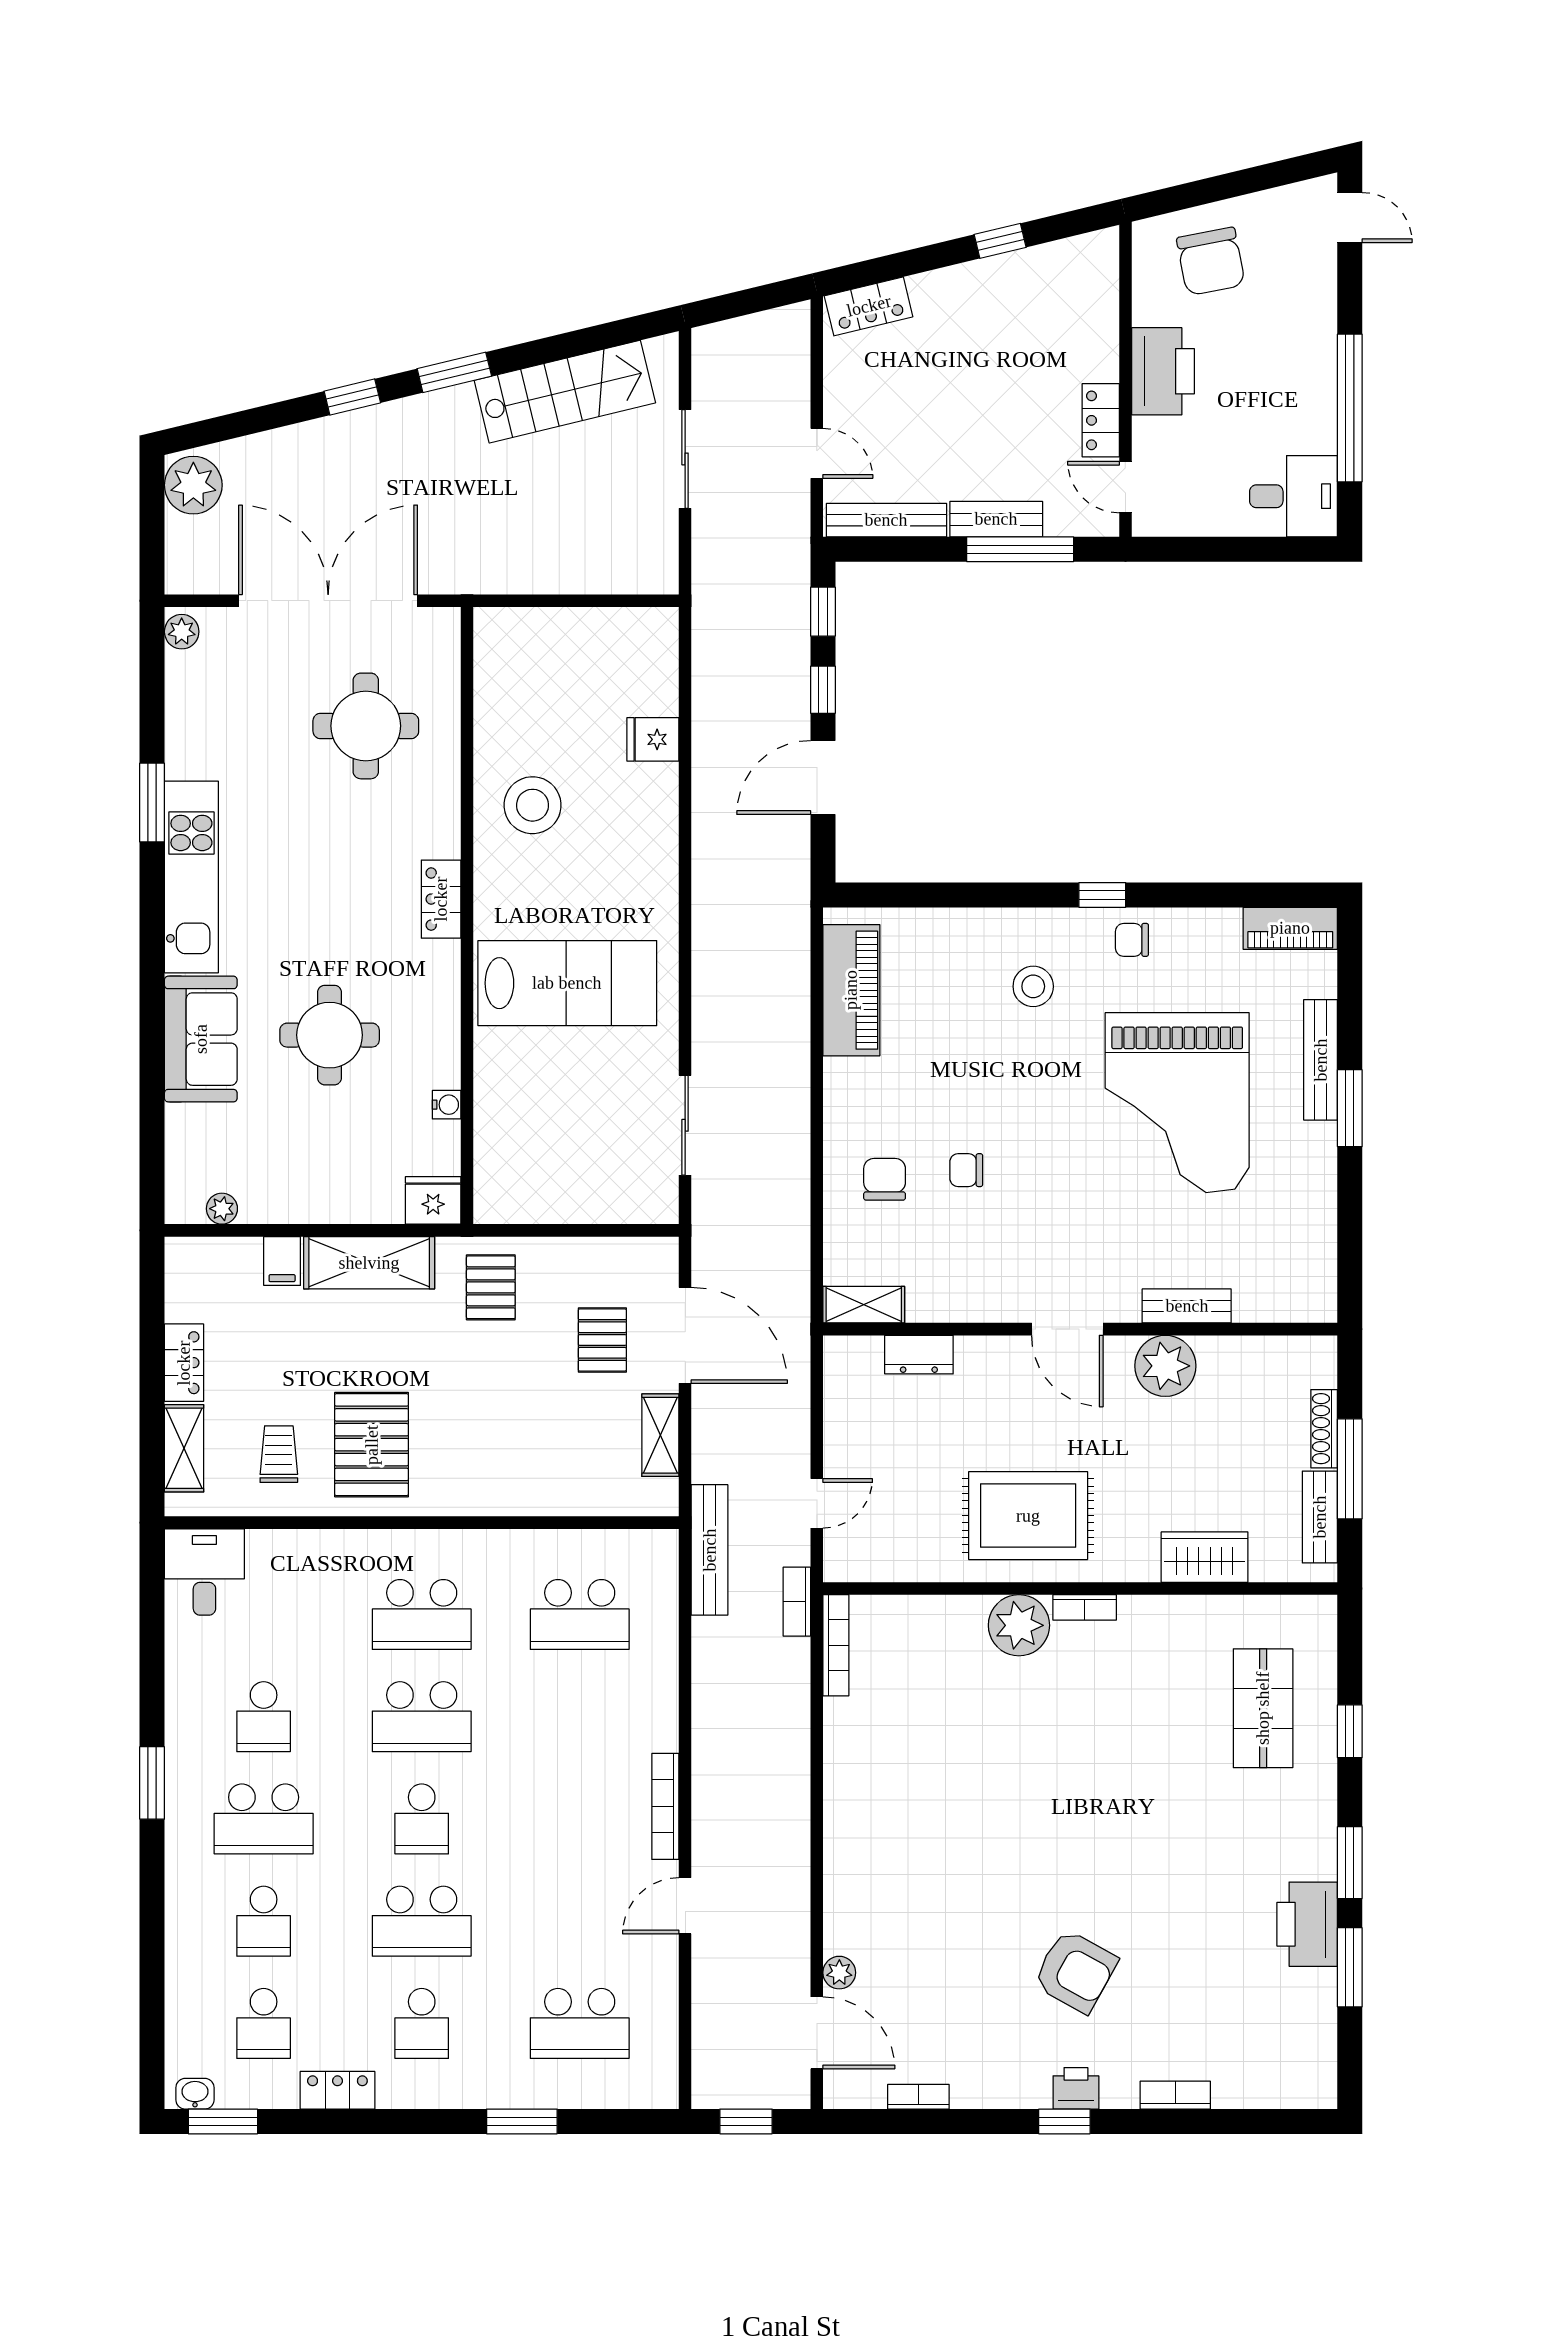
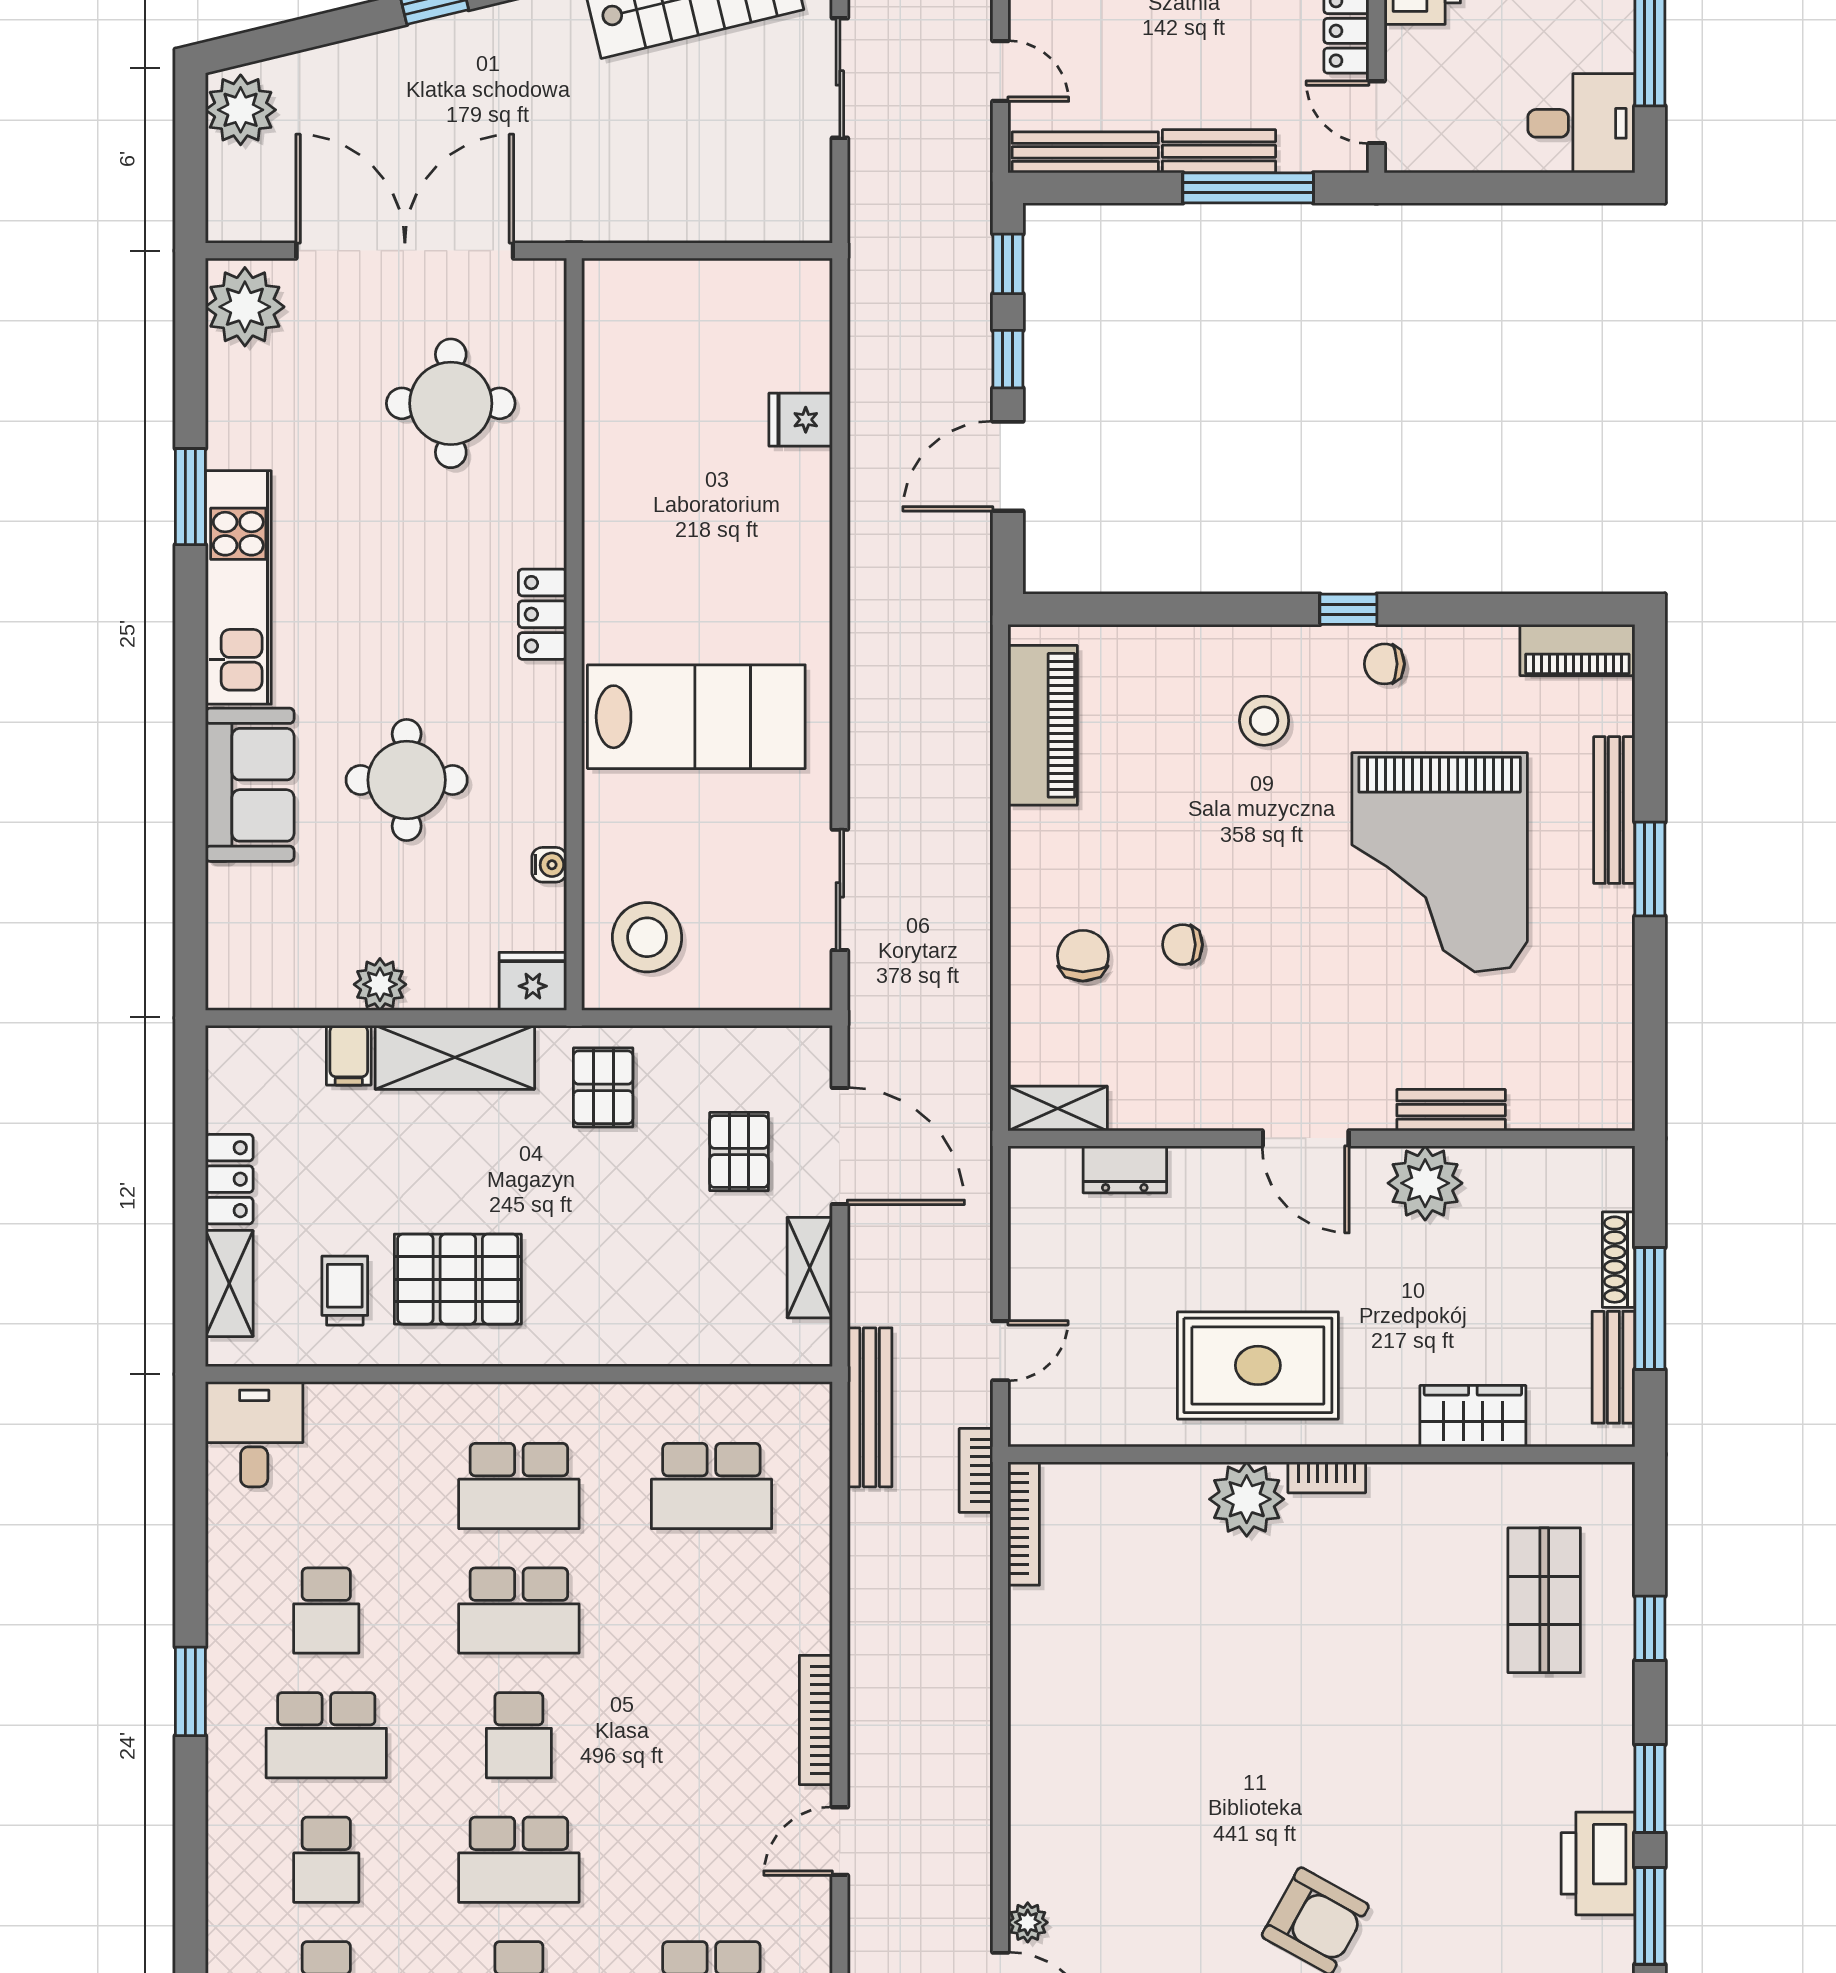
plant: (182, 632) -> (245, 307), width x1.88, depth x1.88
stool: (533, 805) -> (647, 937), moved
plant: (222, 1209) -> (380, 984), moved, width x1.38, depth x1.38
pallet: (372, 1445) -> (458, 1279), turned 90

